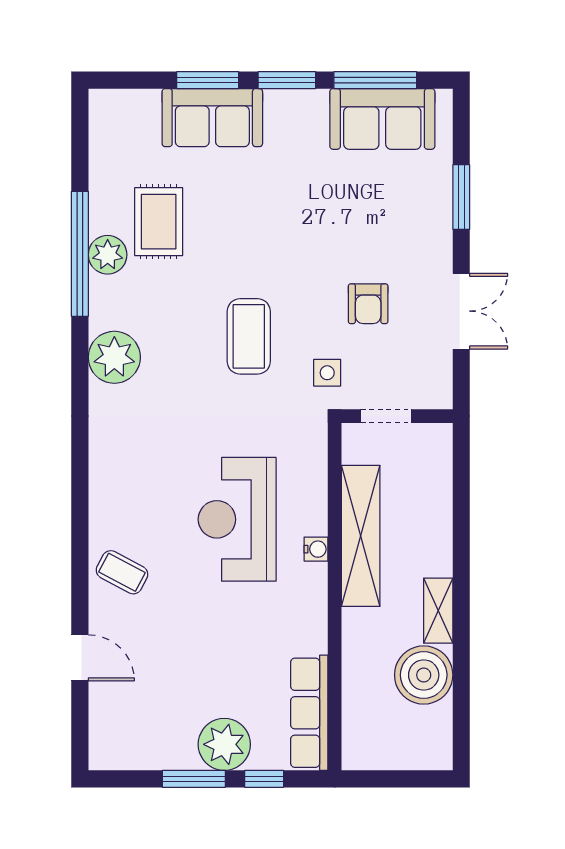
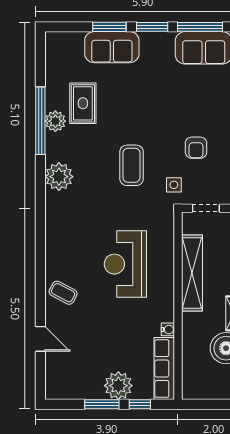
water cooler: (316, 549) -> (168, 329), moved

